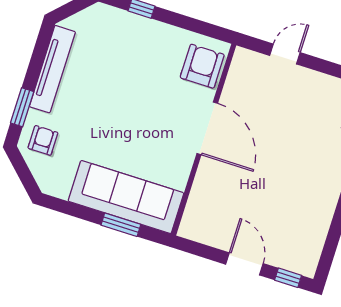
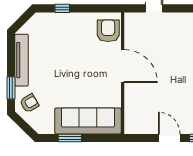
armchair: (43, 140) -> (29, 103), turned 60
window: (121, 225) -> (70, 138), moved

